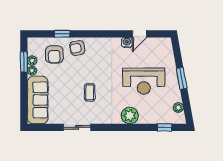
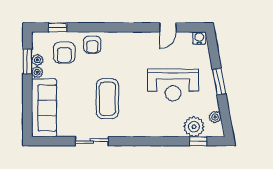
window: (62, 34) -> (58, 27), moved
water cooler: (127, 43) -> (199, 38), moved
armchair: (77, 48) -> (92, 45), turned -79
coffee table: (90, 92) -> (107, 99), width x1.86, depth x1.72
plant: (130, 115) -> (194, 127), moved

